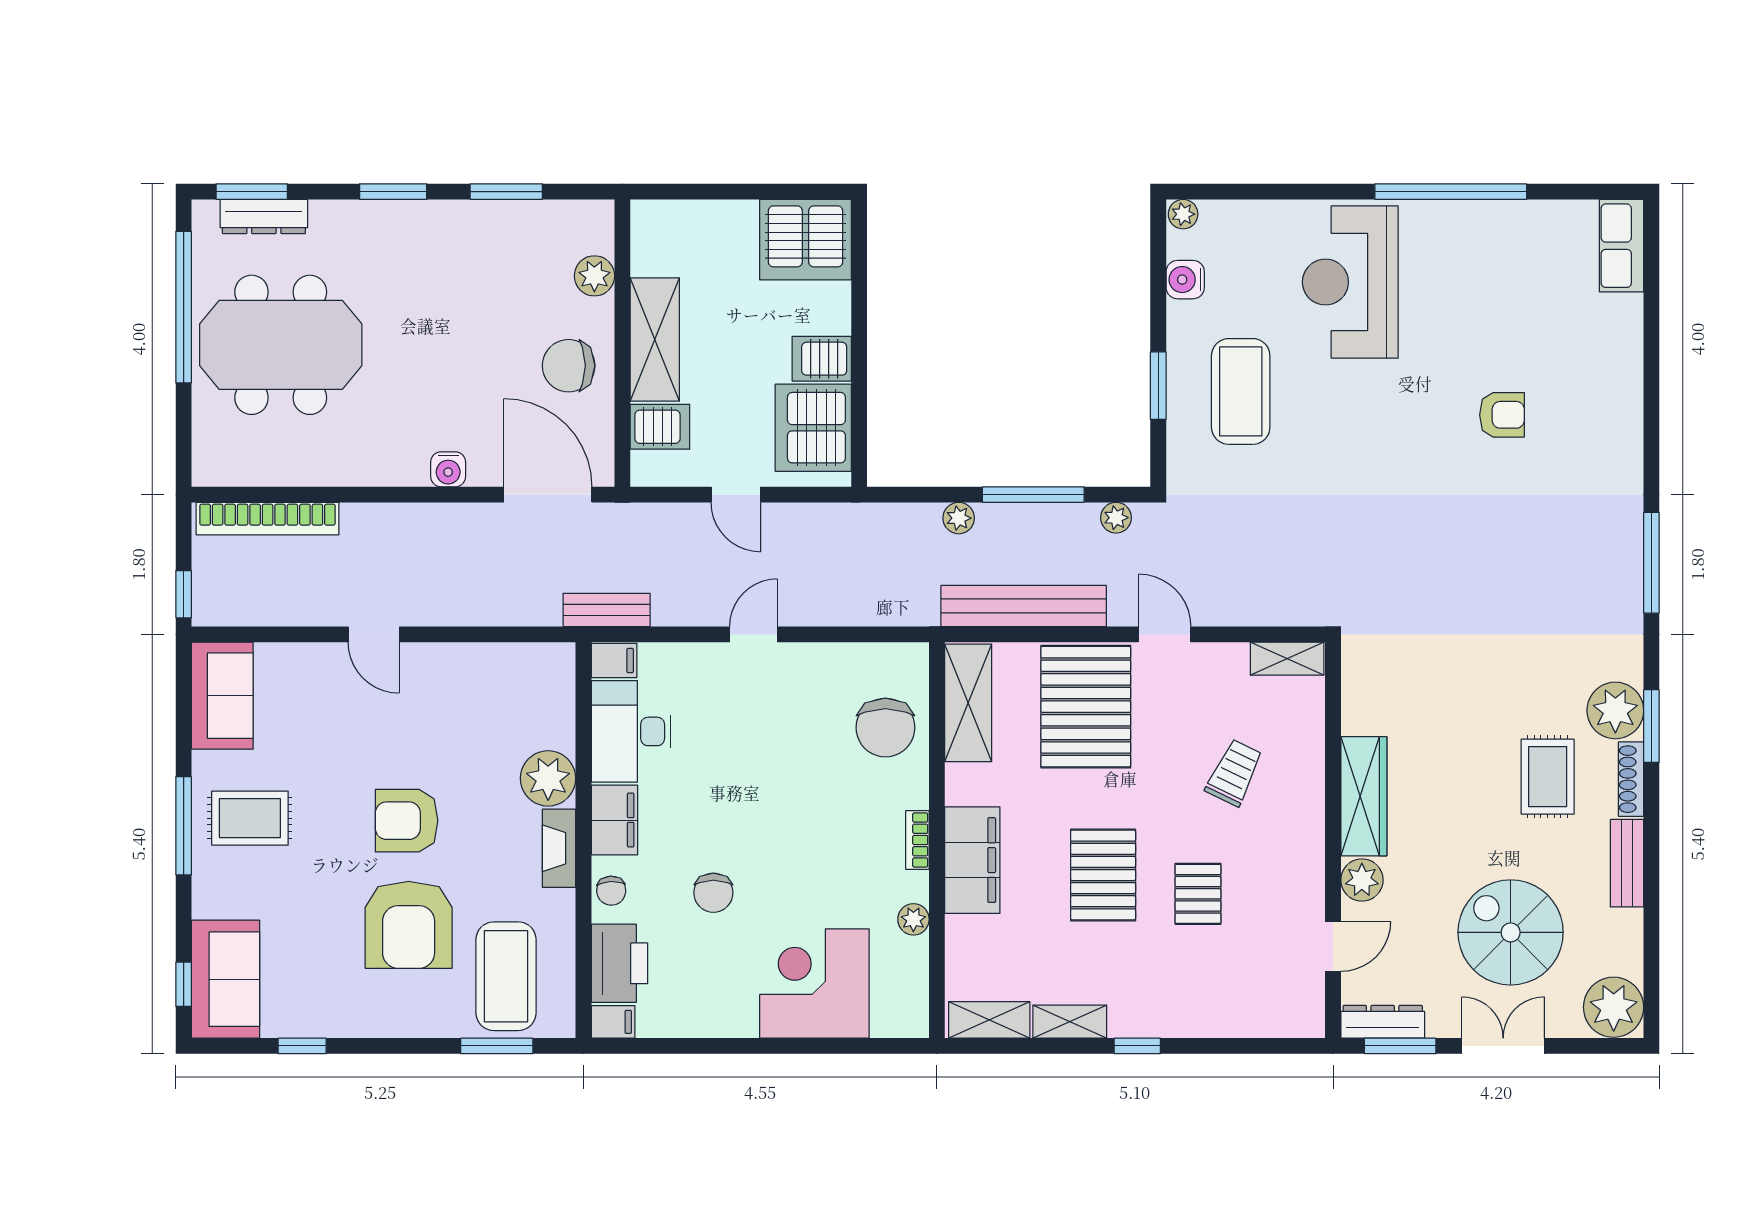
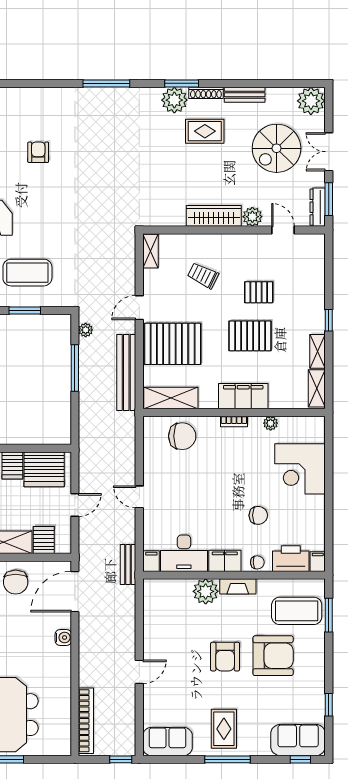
plant: (959, 518) -> (86, 402), removed

